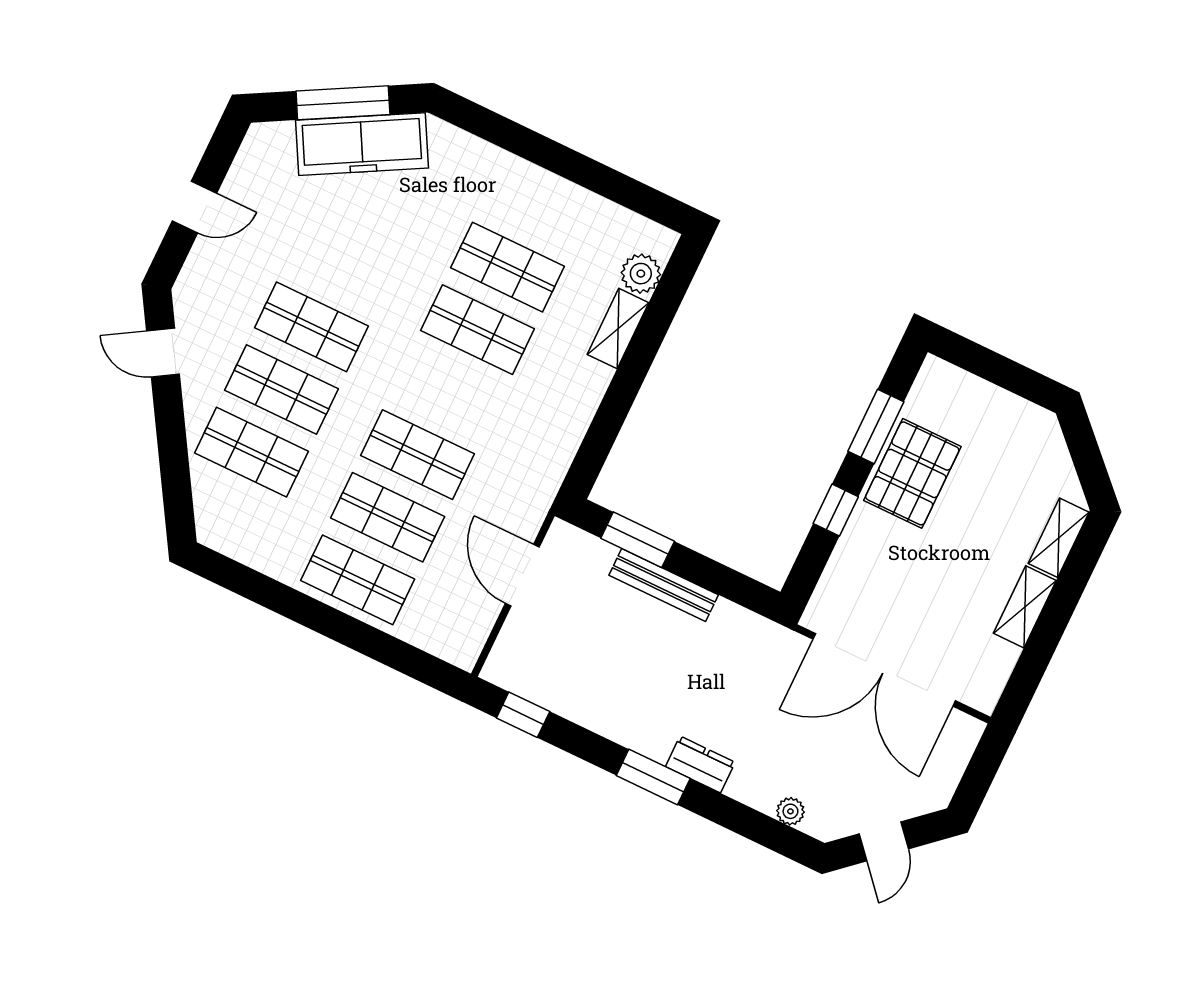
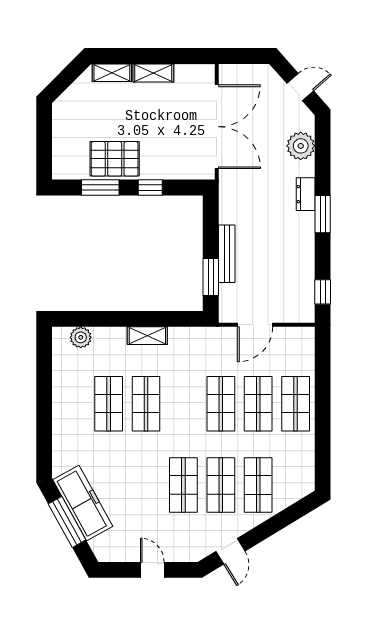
shelving: (618, 329) -> (147, 336), moved
plant: (790, 811) -> (301, 146), width x1.87, depth x1.87

